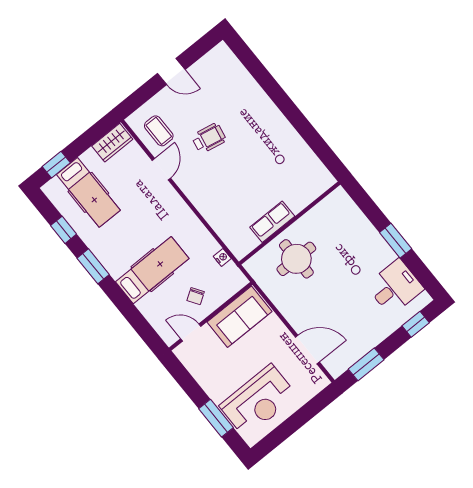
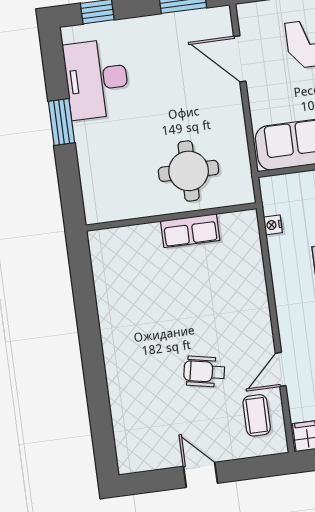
desk: (395, 287) -> (97, 79), width x1.37

